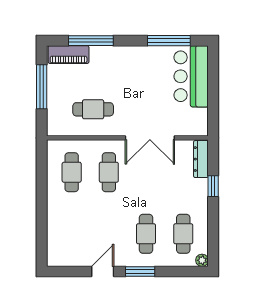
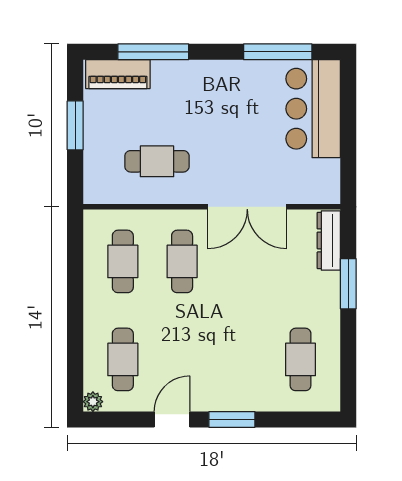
window: (42, 87) -> (75, 125), width x0.69
window: (213, 186) -> (348, 284), width x1.50
cafe table: (146, 234) -> (123, 359), moved
plant: (202, 260) -> (93, 402), moved

